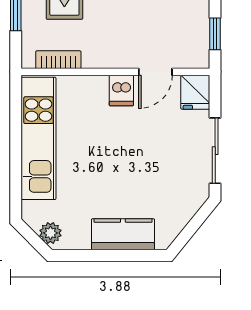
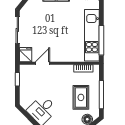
dishwasher: (121, 91) -> (57, 55), removed
window: (16, 126) -> (101, 40), added

